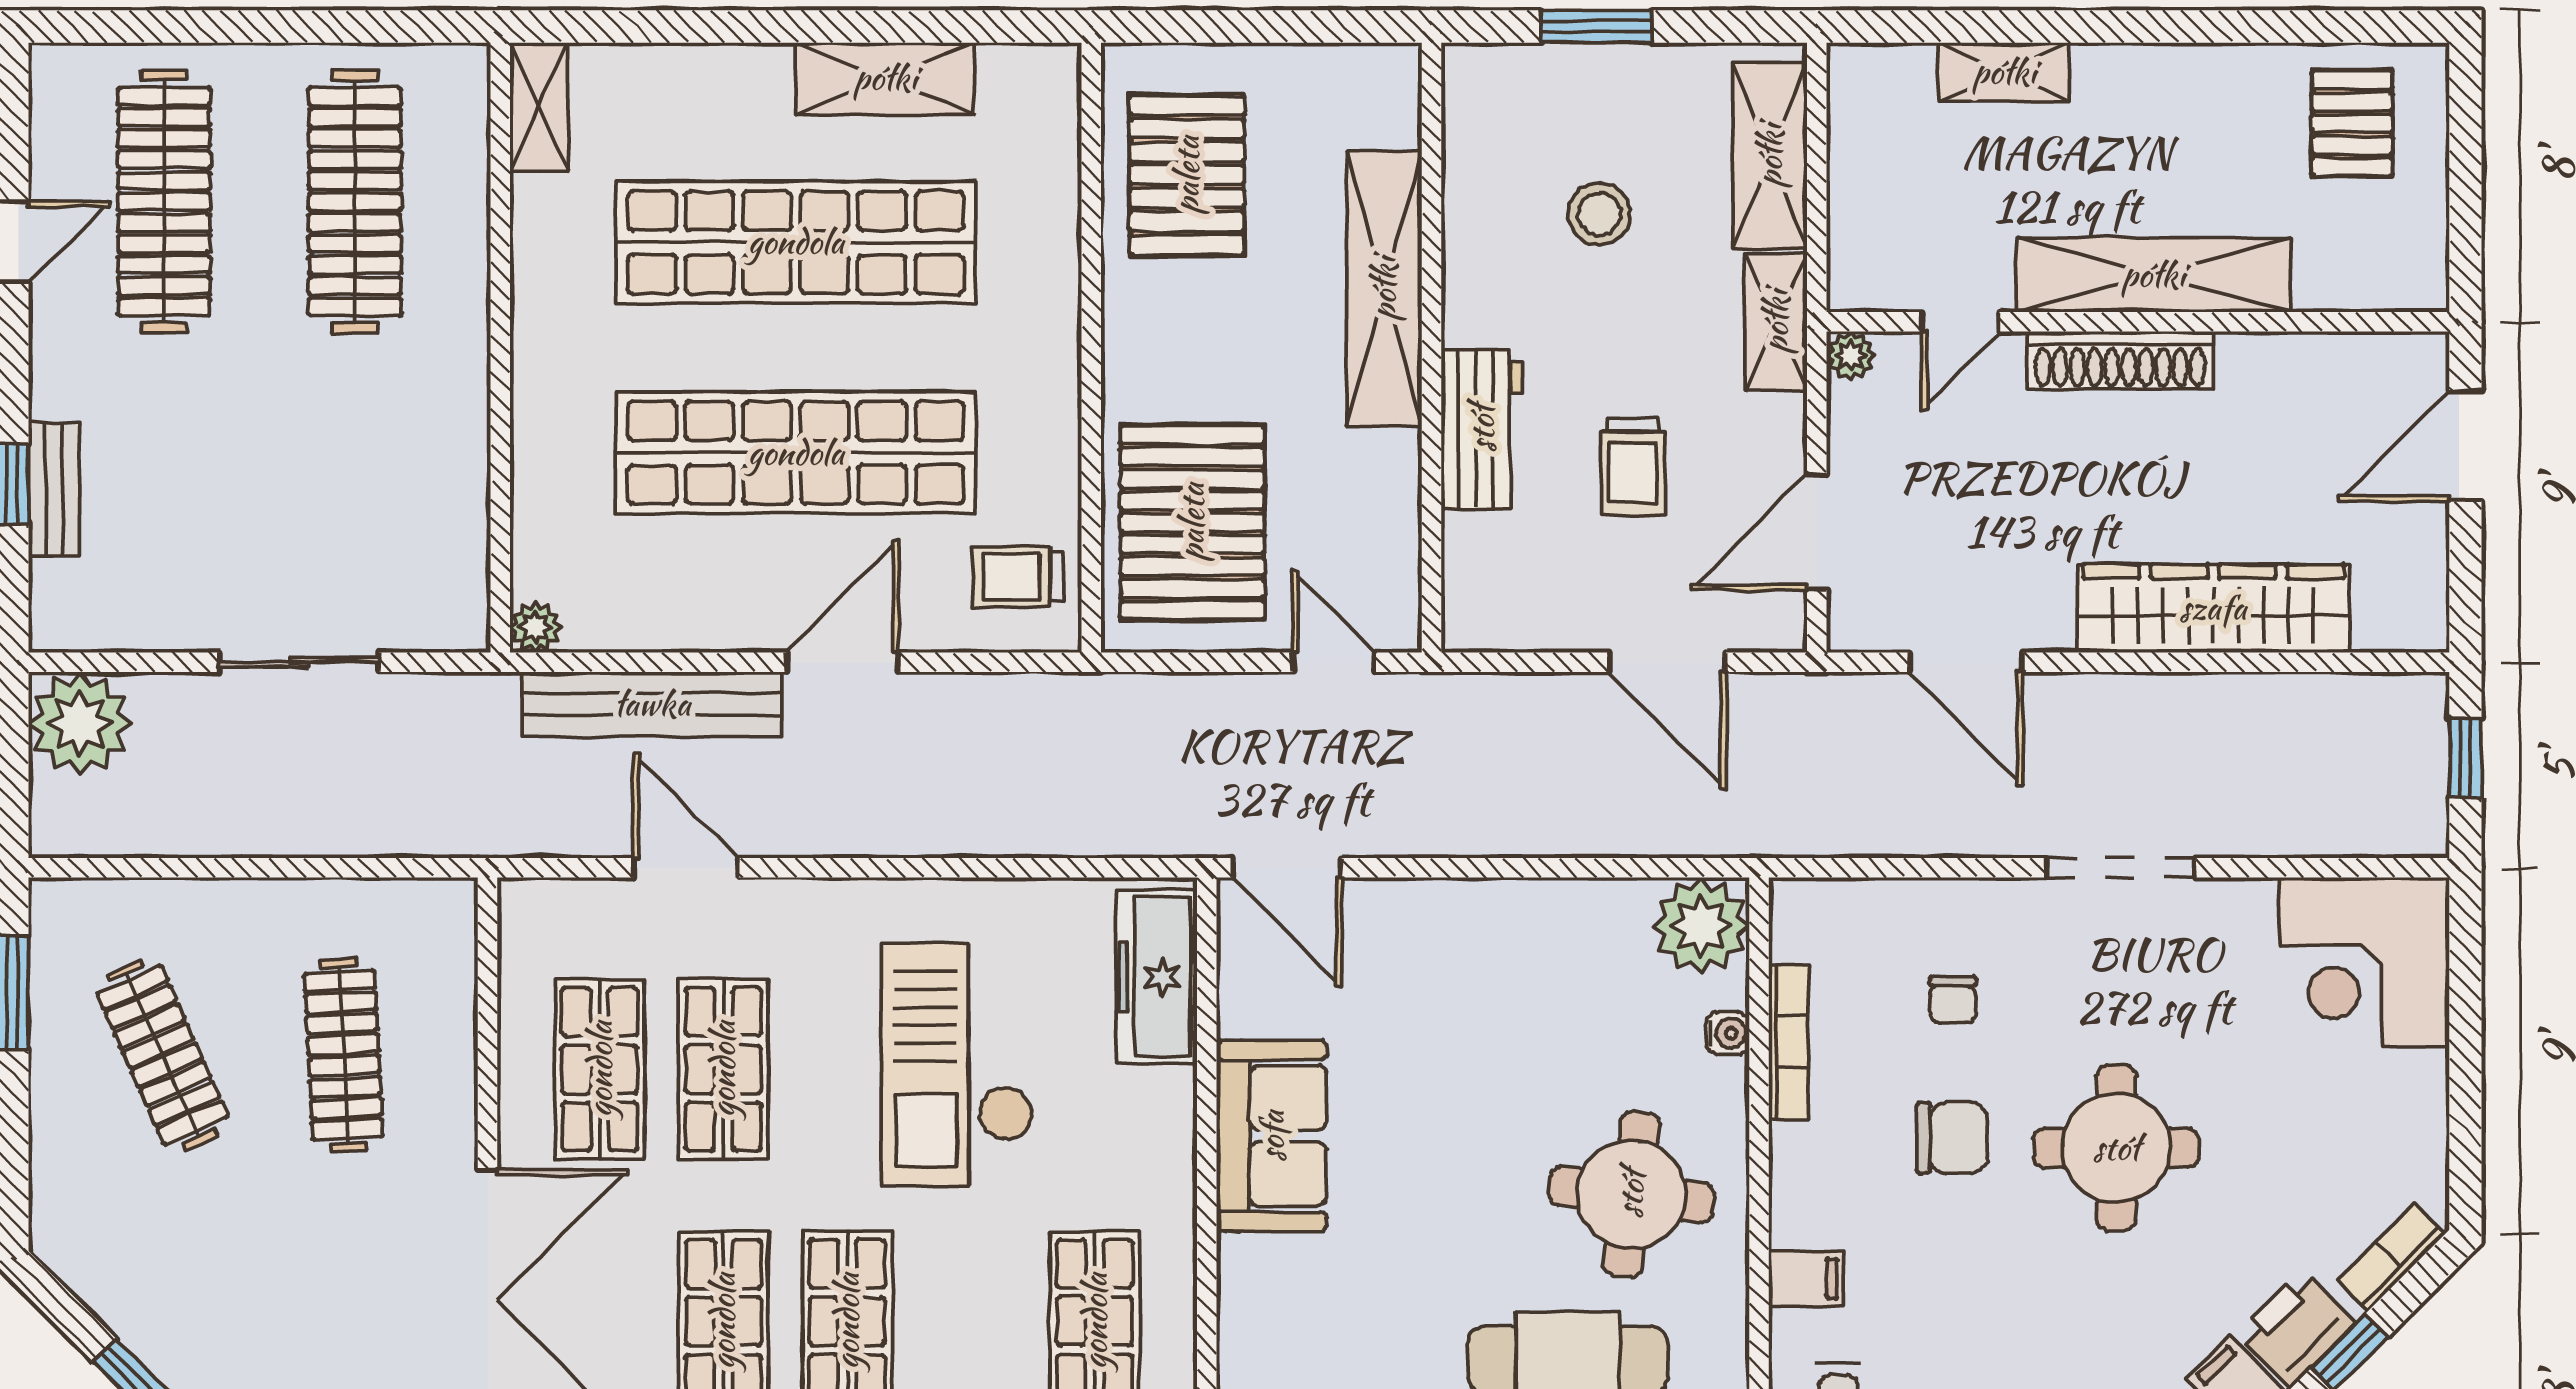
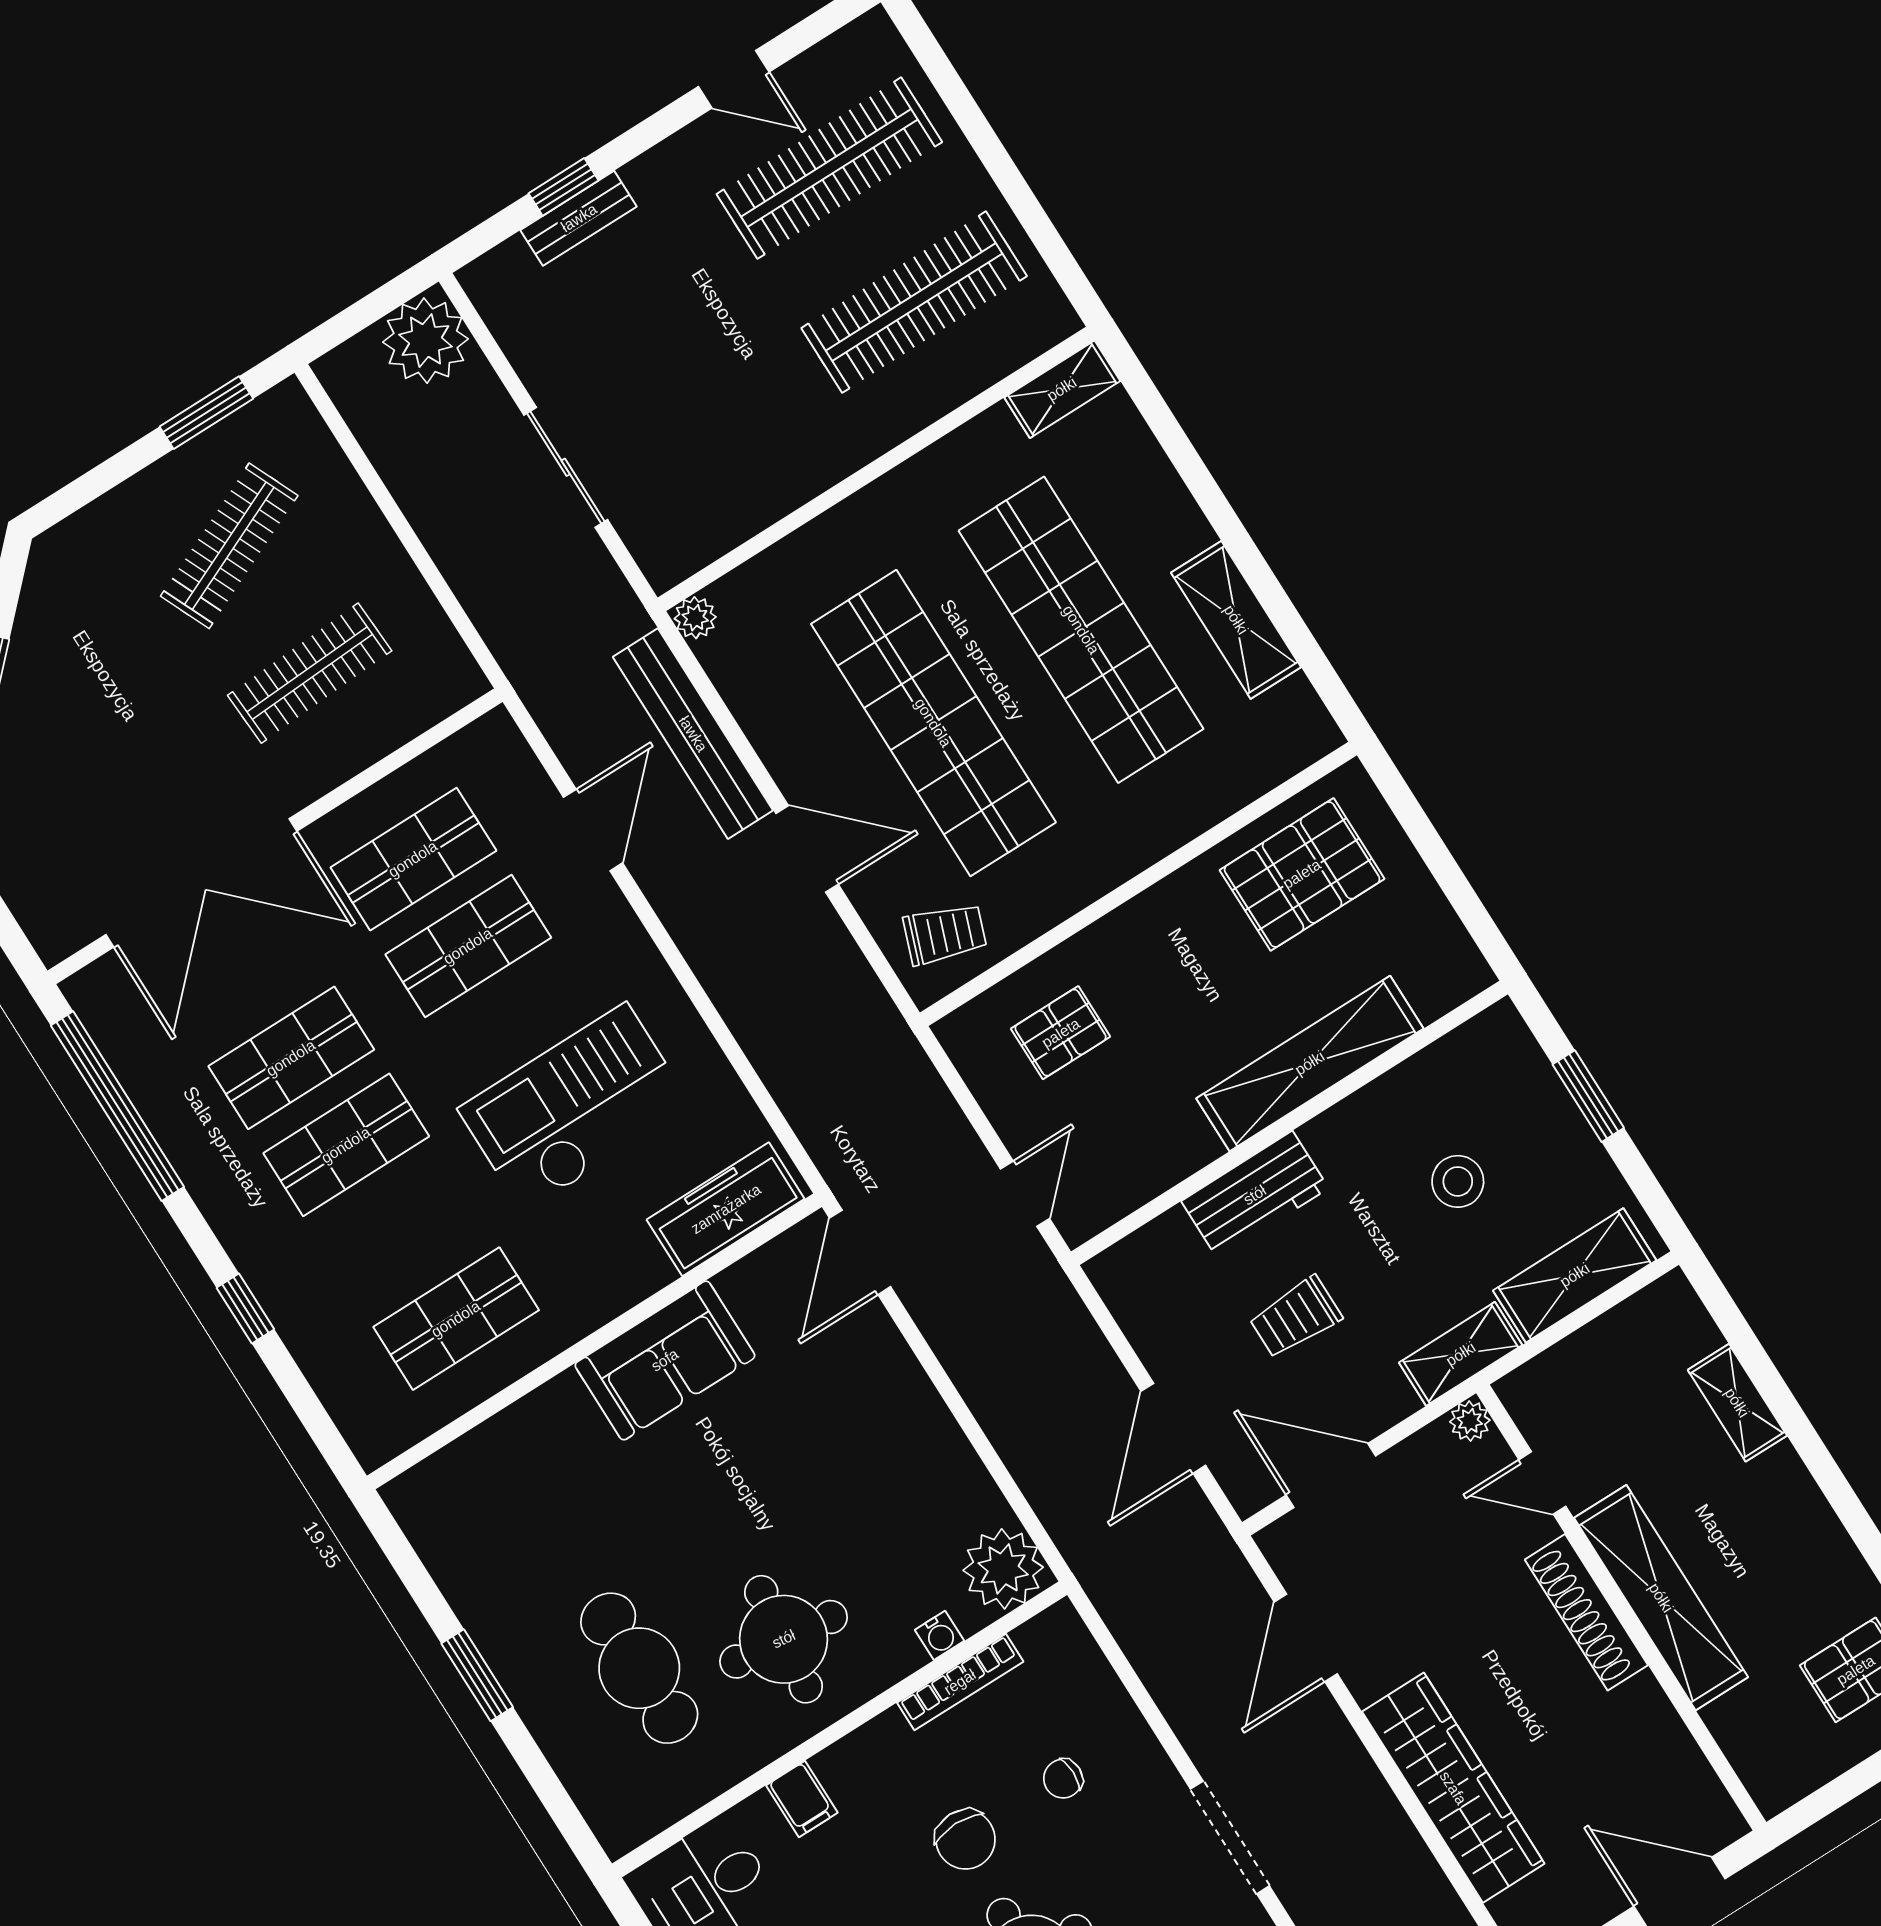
pallet: (1192, 522) -> (1061, 1033), width x0.49, depth x0.50
trolley: (1018, 577) -> (945, 934), turned 110

